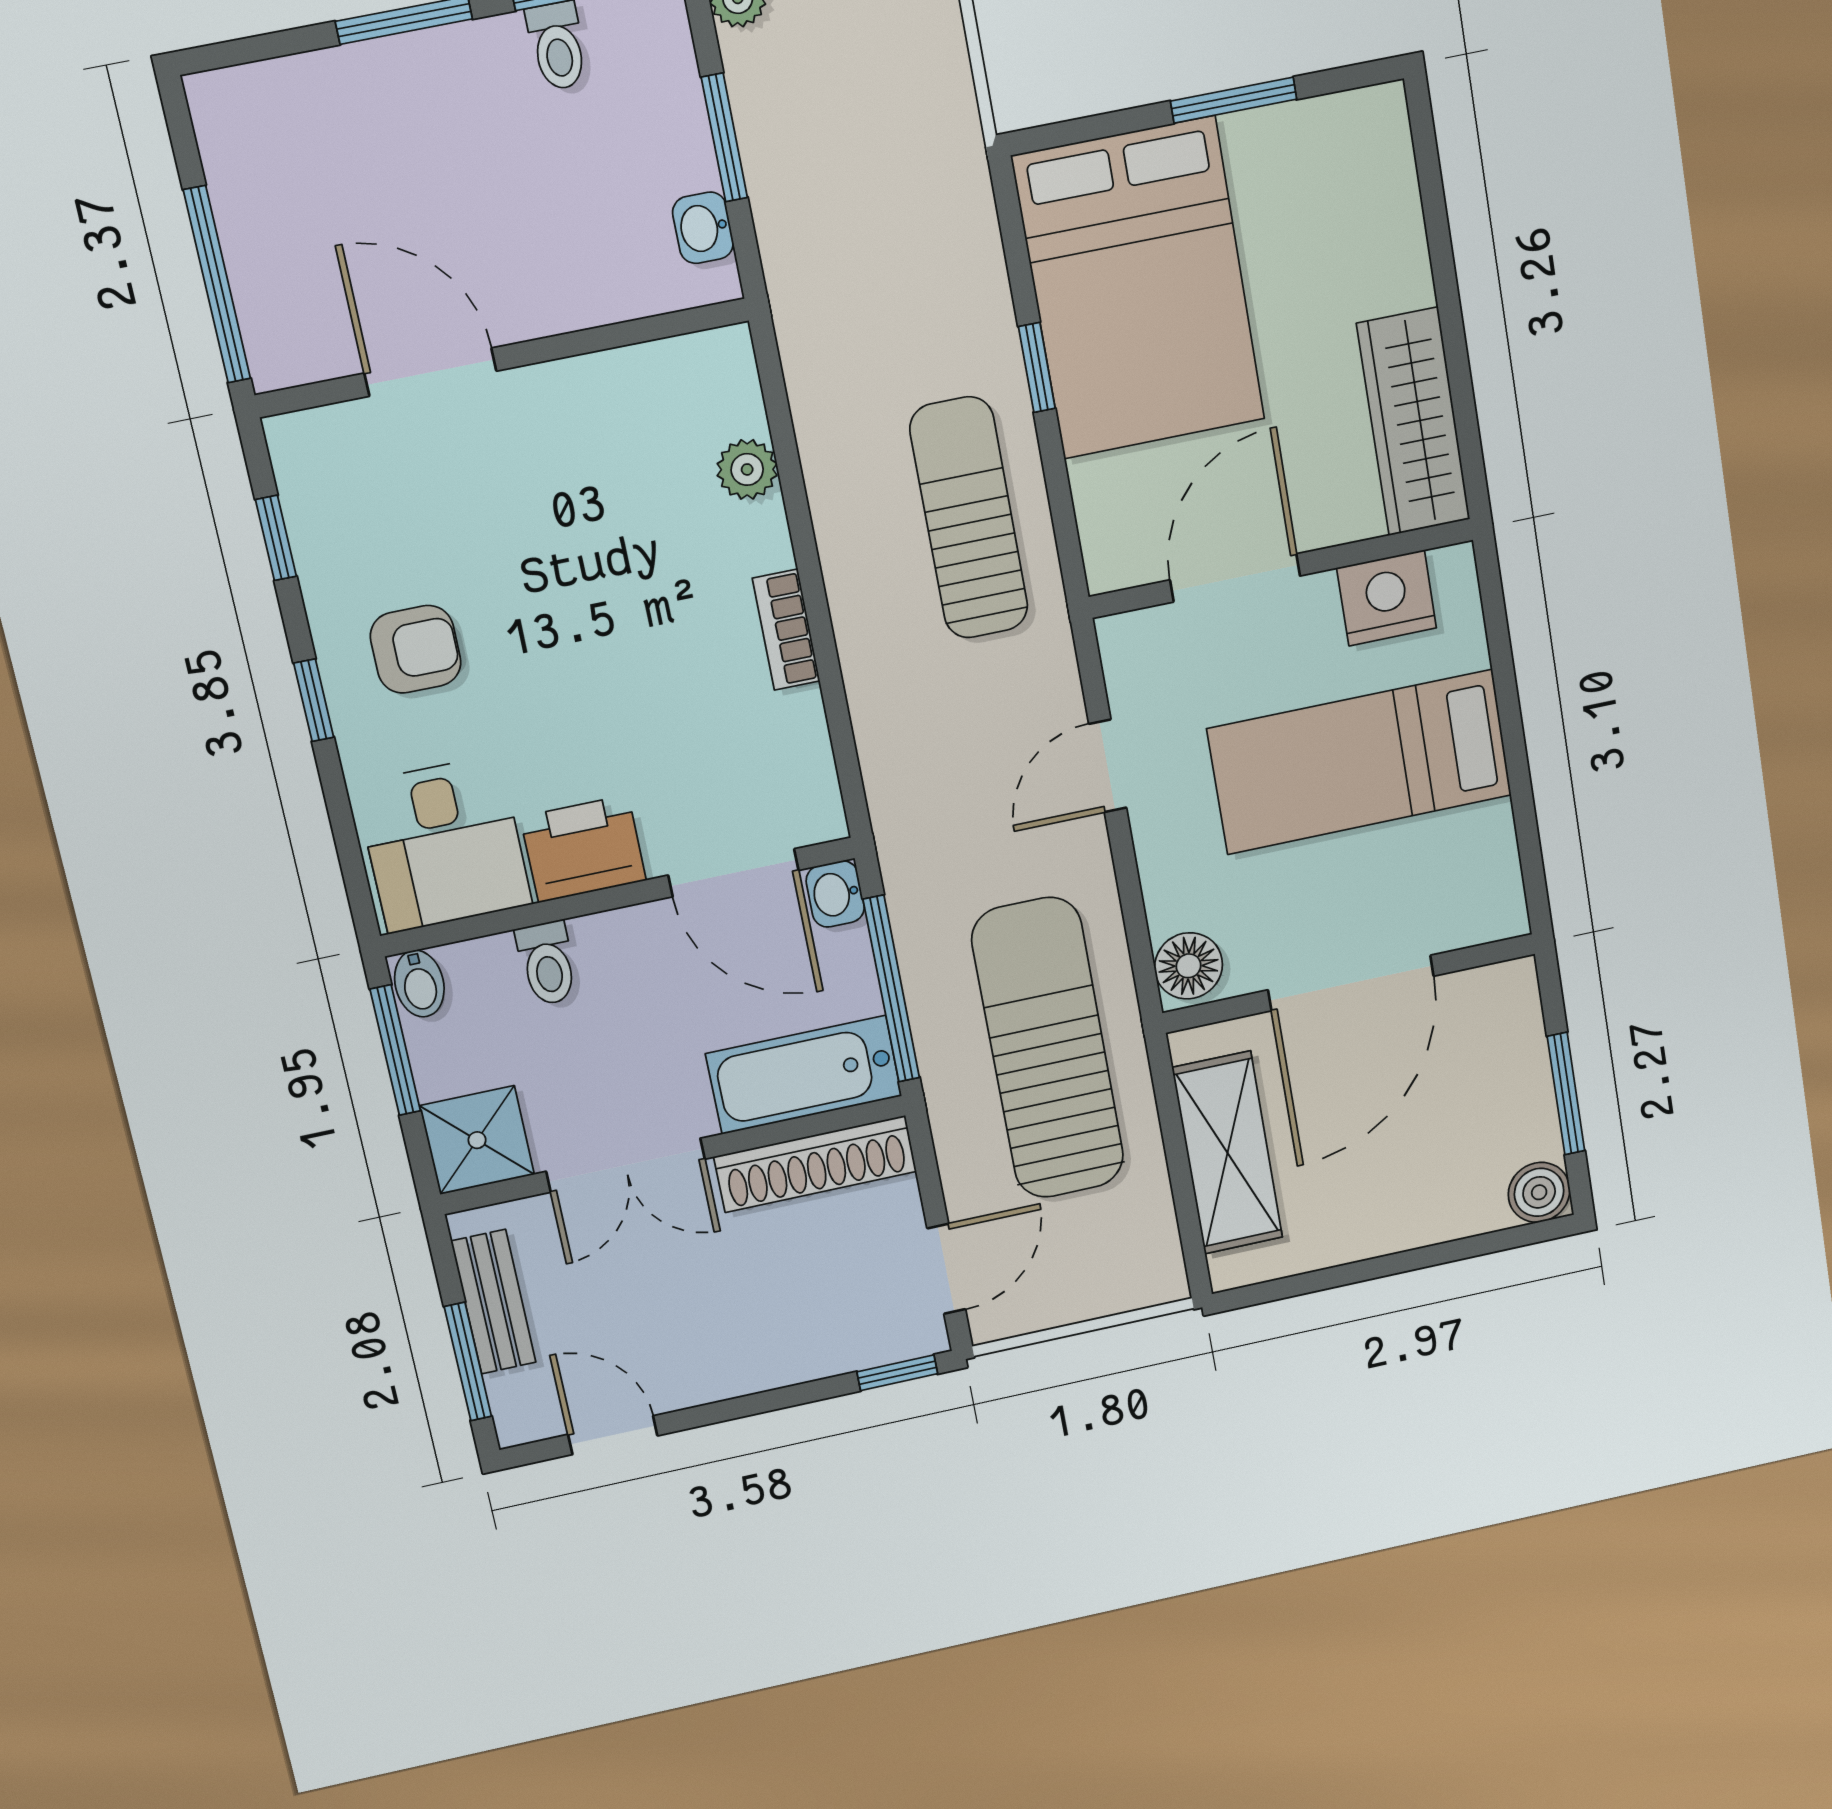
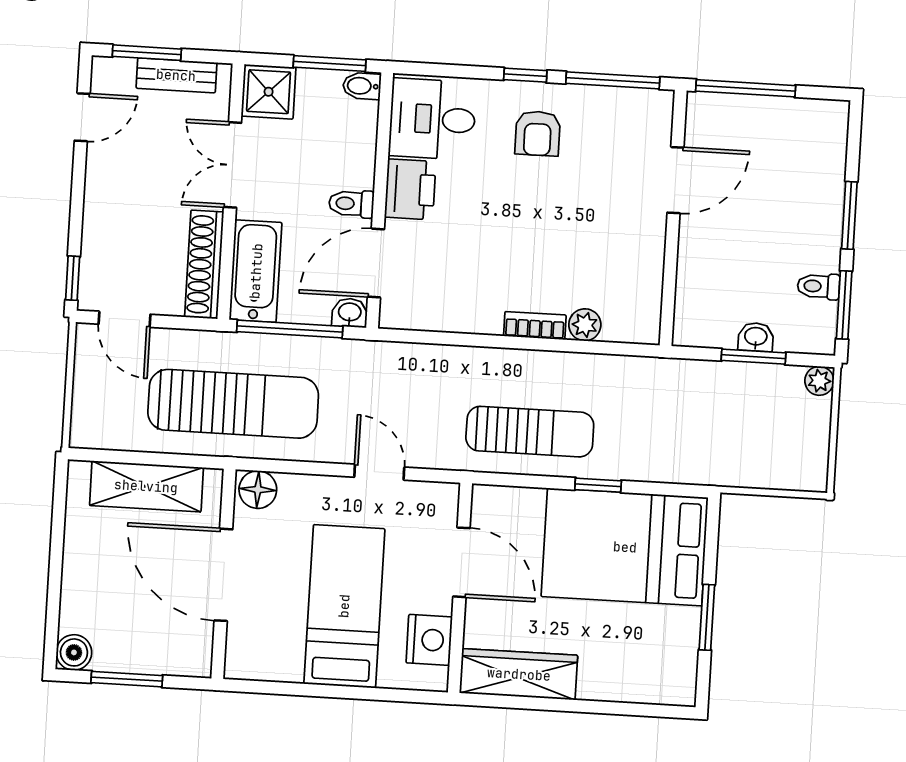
washbasin: (703, 228) -> (756, 337), moved
window: (276, 538) -> (613, 80), width x2.17
bookcase: (786, 630) -> (535, 326), moved
toilet: (547, 963) -> (351, 204), moved

